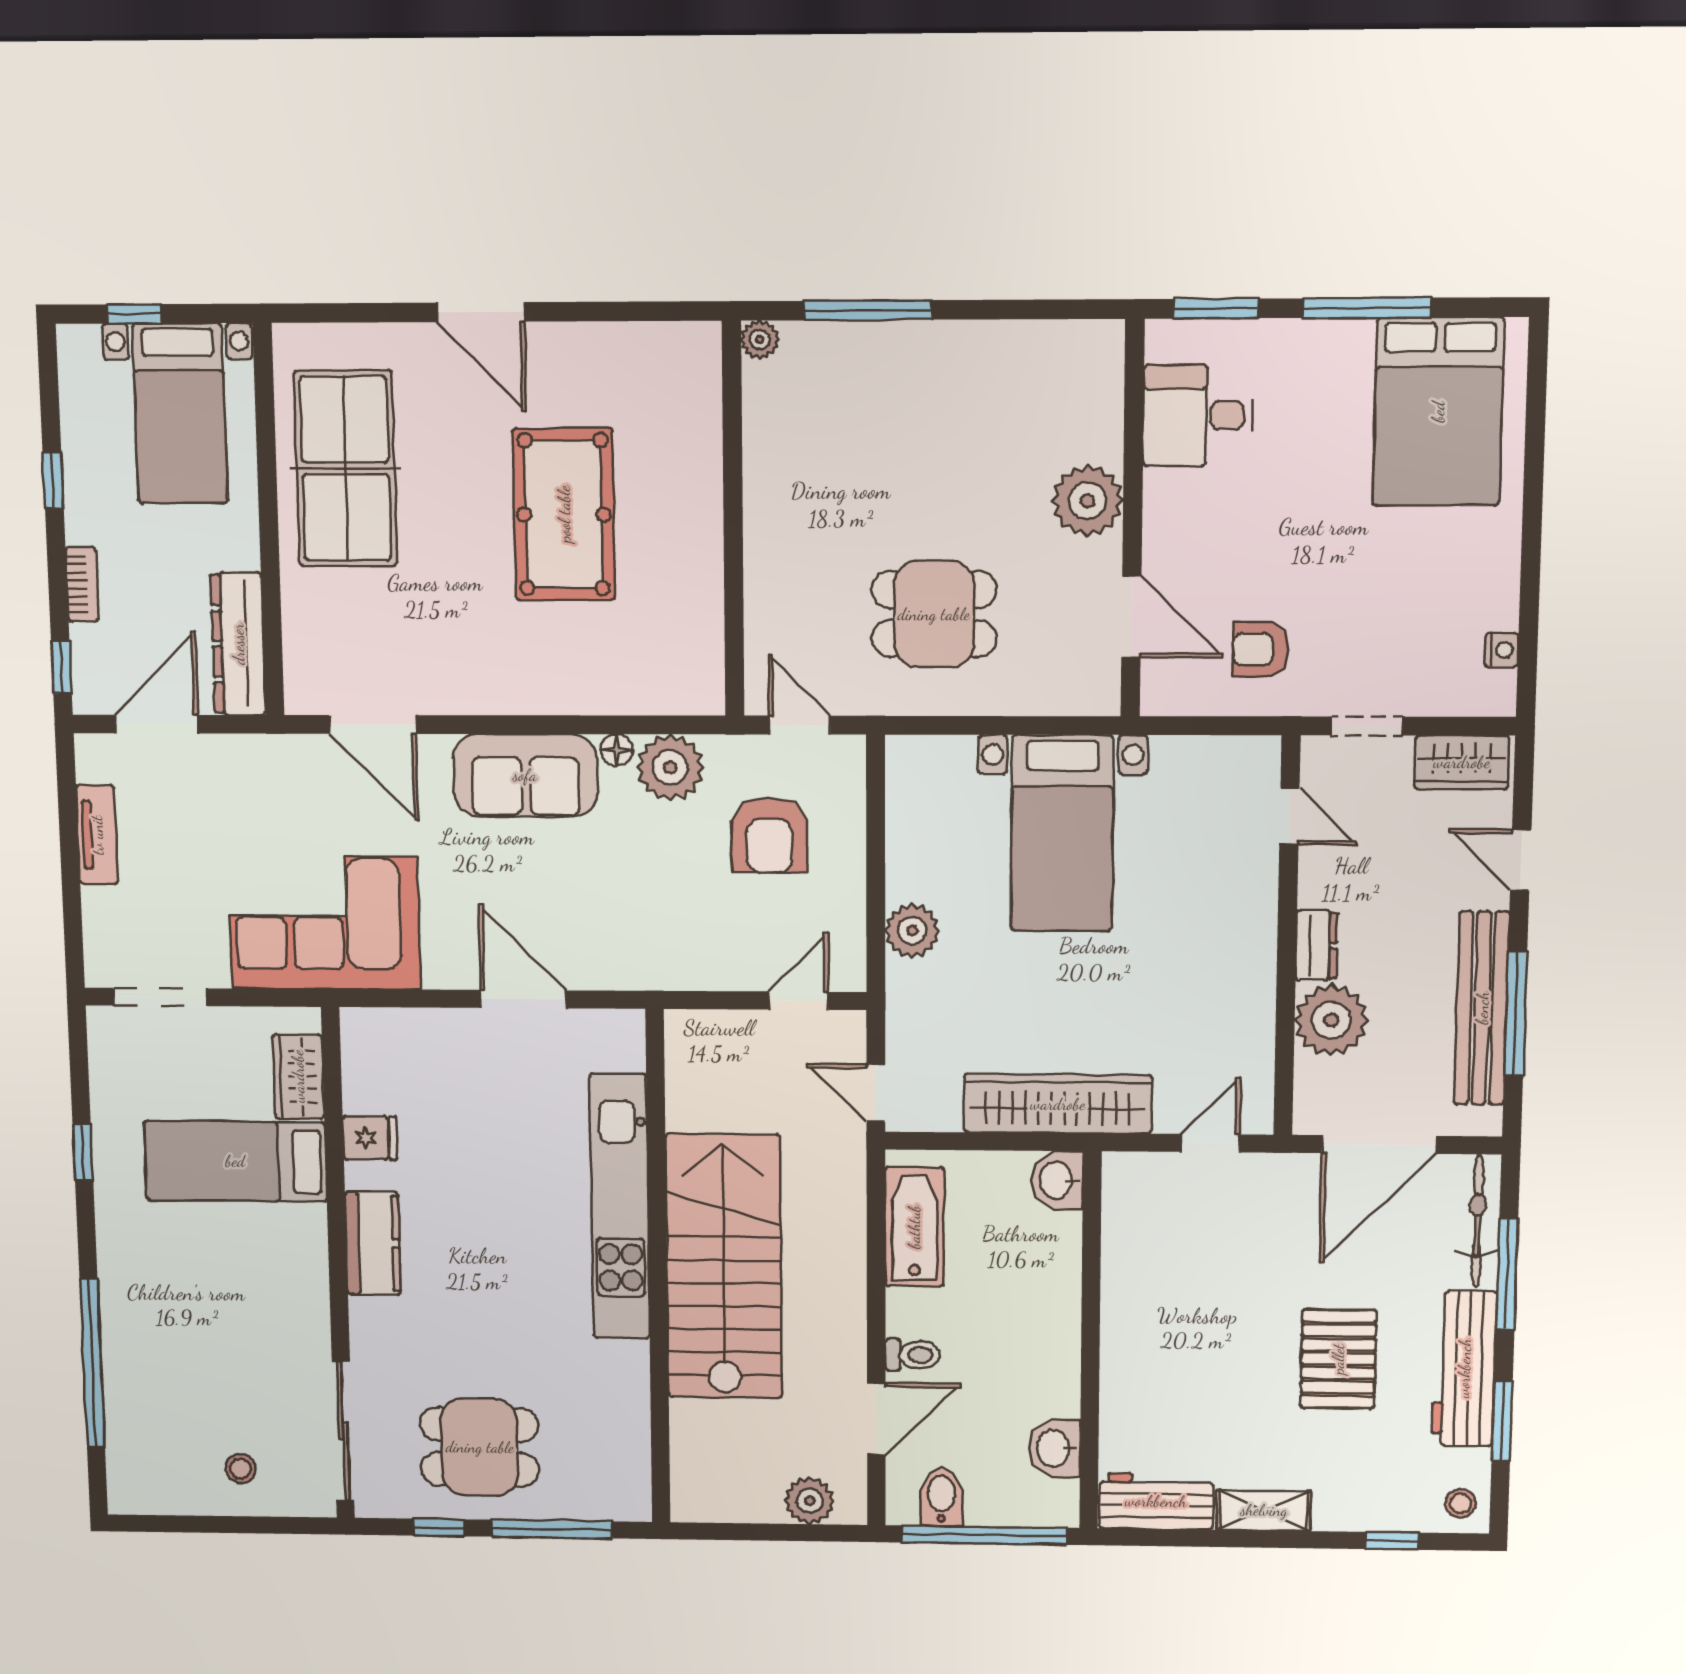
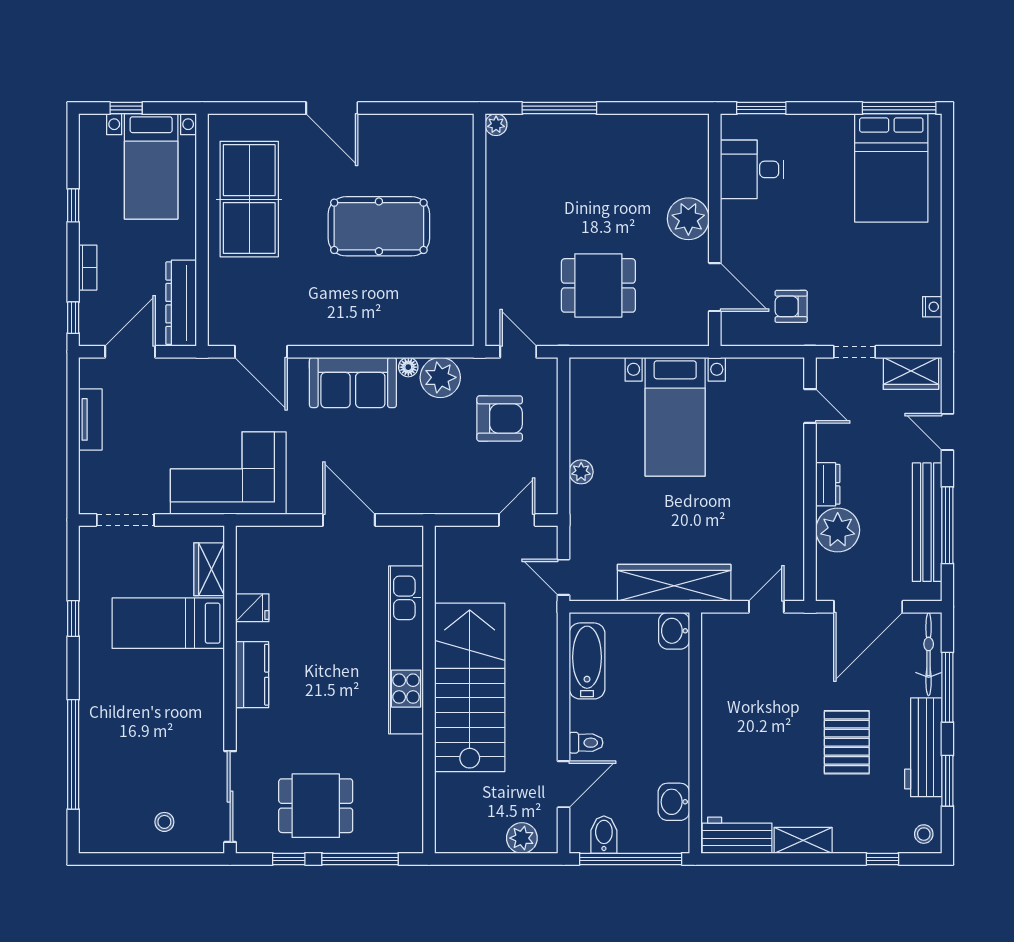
window: (1367, 308) -> (899, 108), moved
pool table: (564, 514) -> (379, 226), turned 90
armchair: (769, 835) -> (500, 419), turned -90
plant: (912, 931) -> (581, 472), width x0.73, depth x0.73

